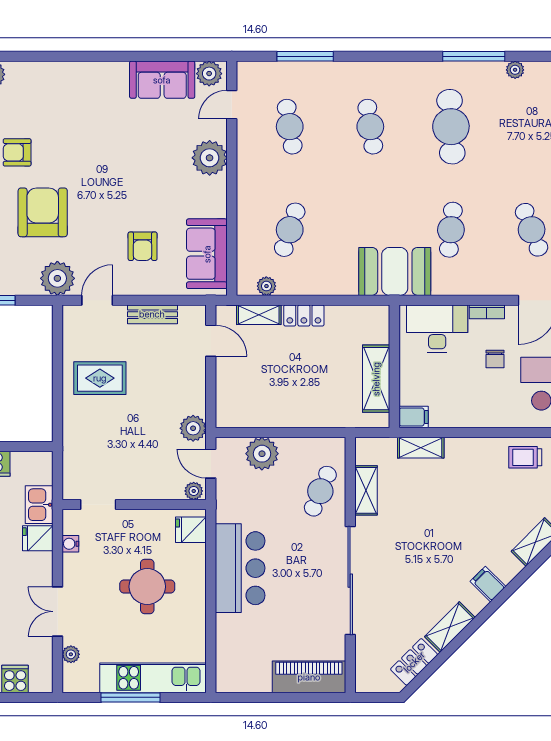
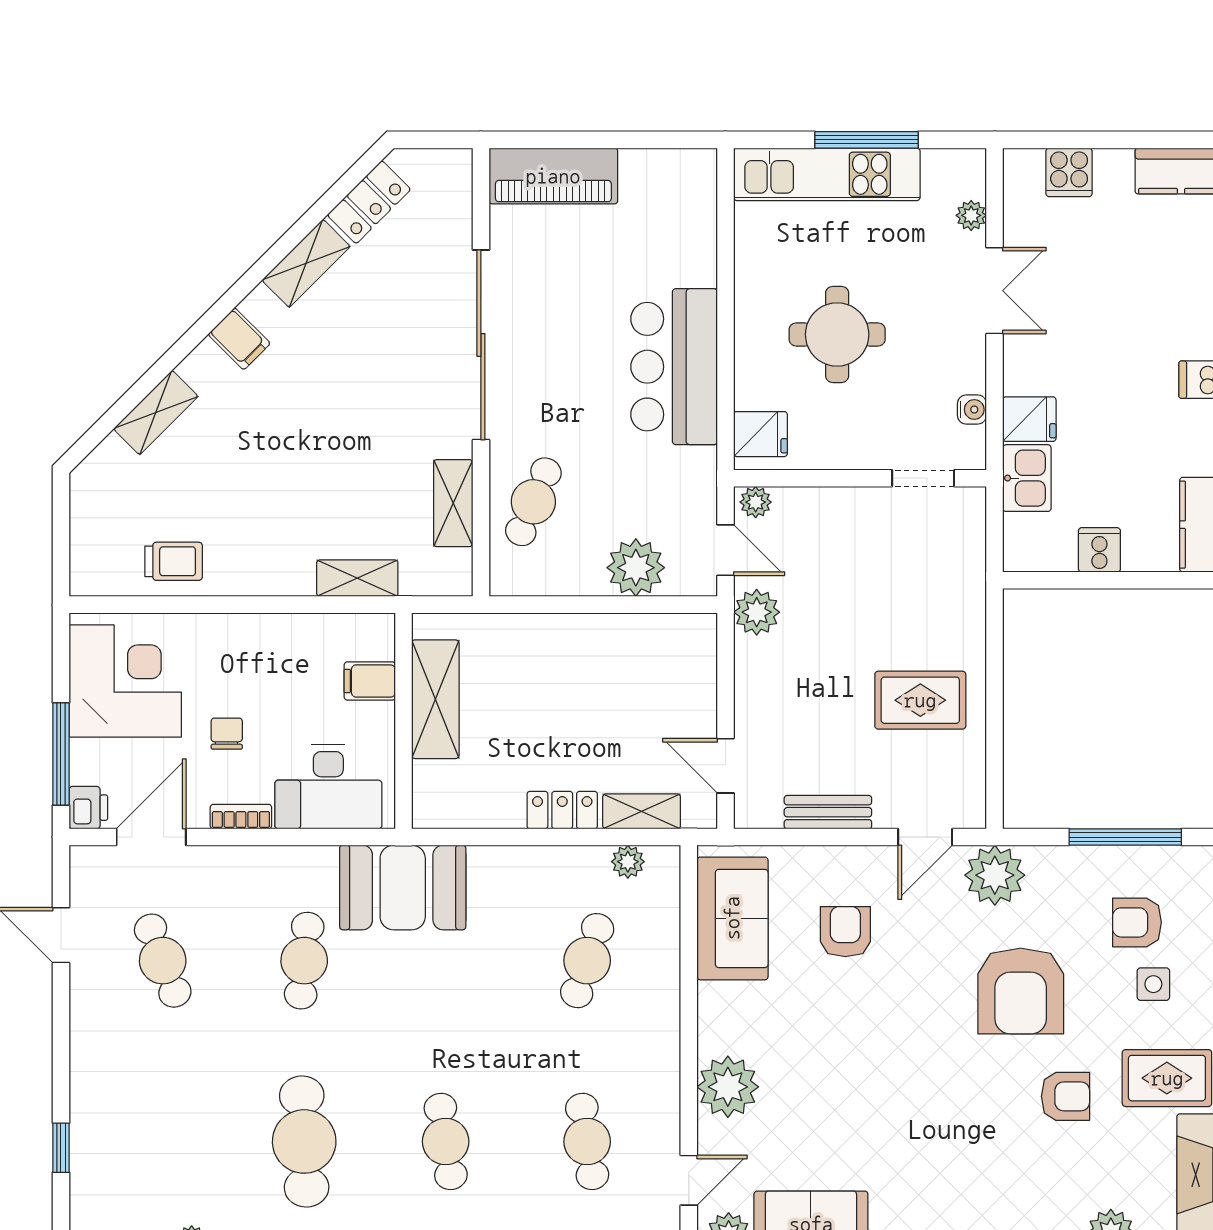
filing cabinet: (414, 417) -> (370, 681), moved

